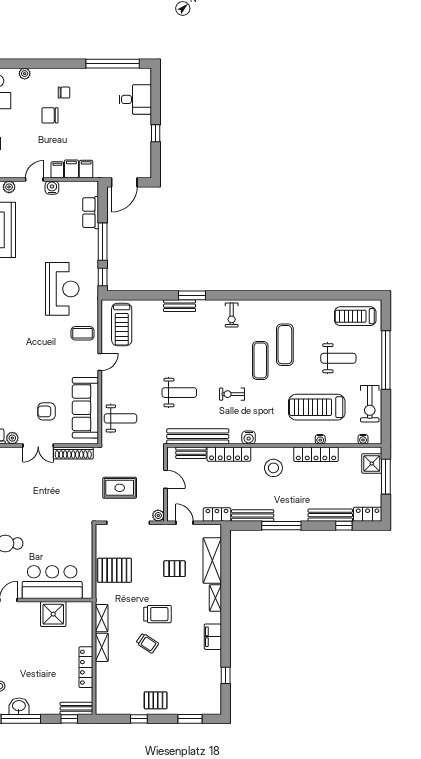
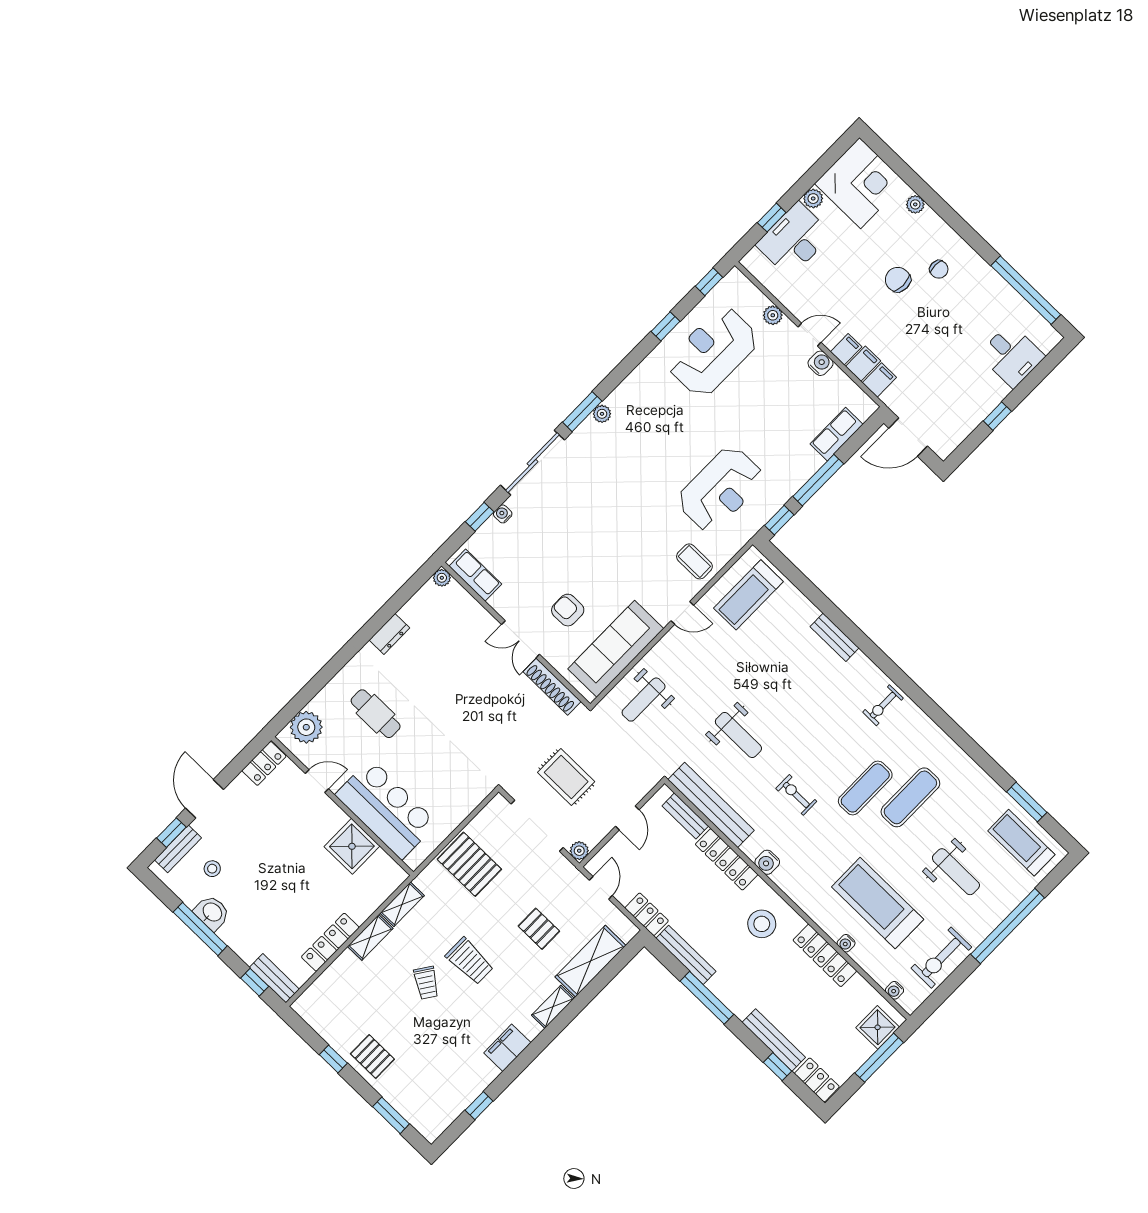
window: (192, 295) -> (1027, 802), moved
weight bench: (121, 418) -> (644, 700), turned 90
plant: (12, 438) -> (500, 602), removed

